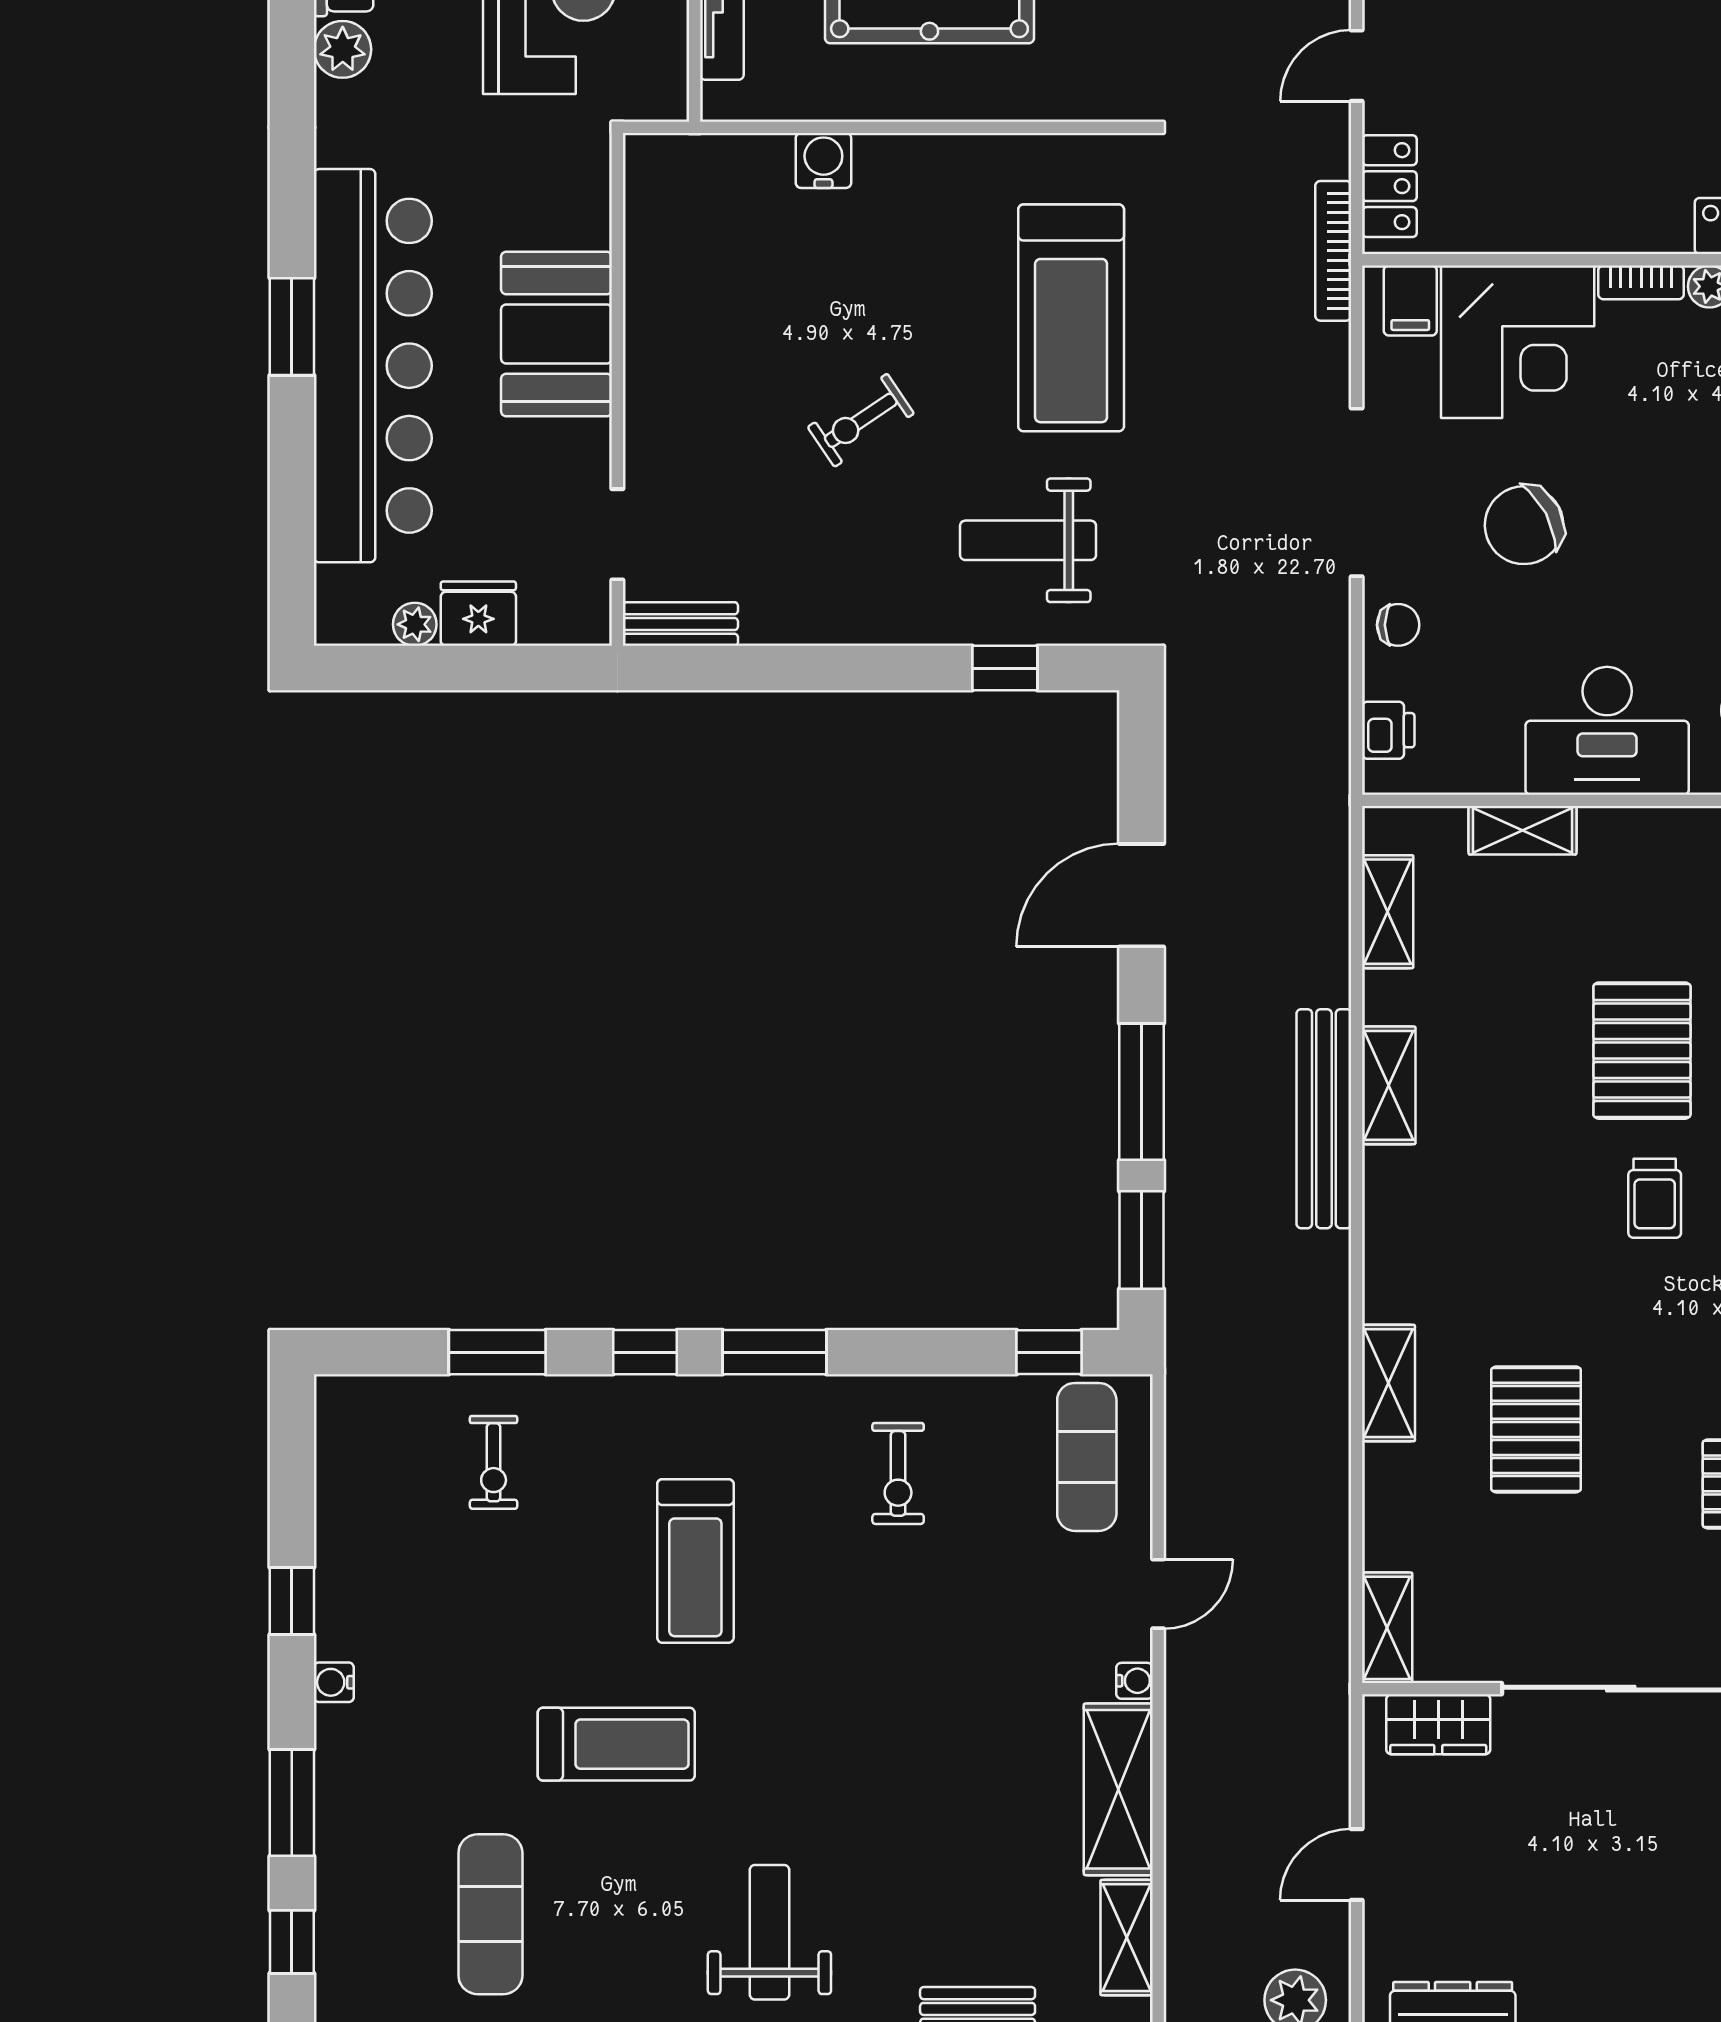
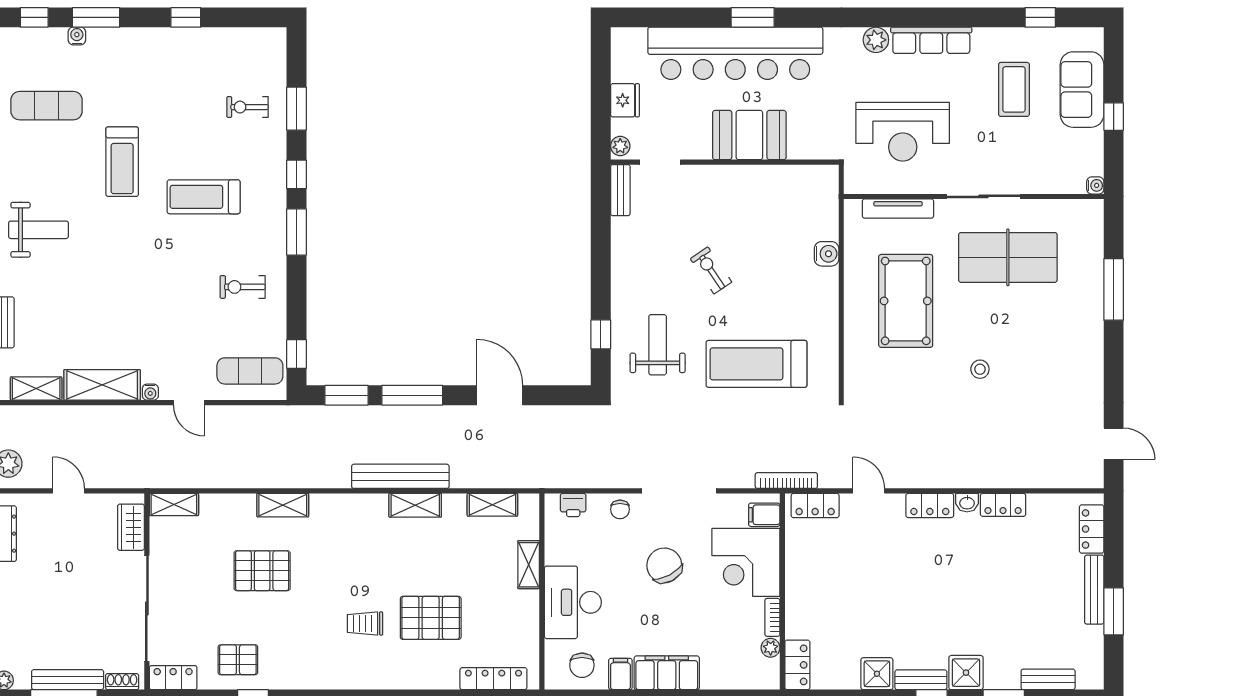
plant: (415, 624) -> (620, 146), moved
water cooler: (334, 1682) -> (77, 36), moved

